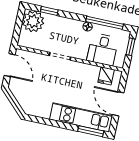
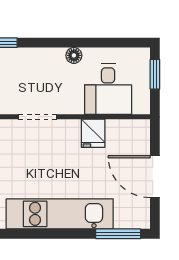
window: (105, 23) -> (102, 43), removed
fridge: (106, 76) -> (93, 133), moved
kitchen unit: (81, 117) -> (60, 214), moved

